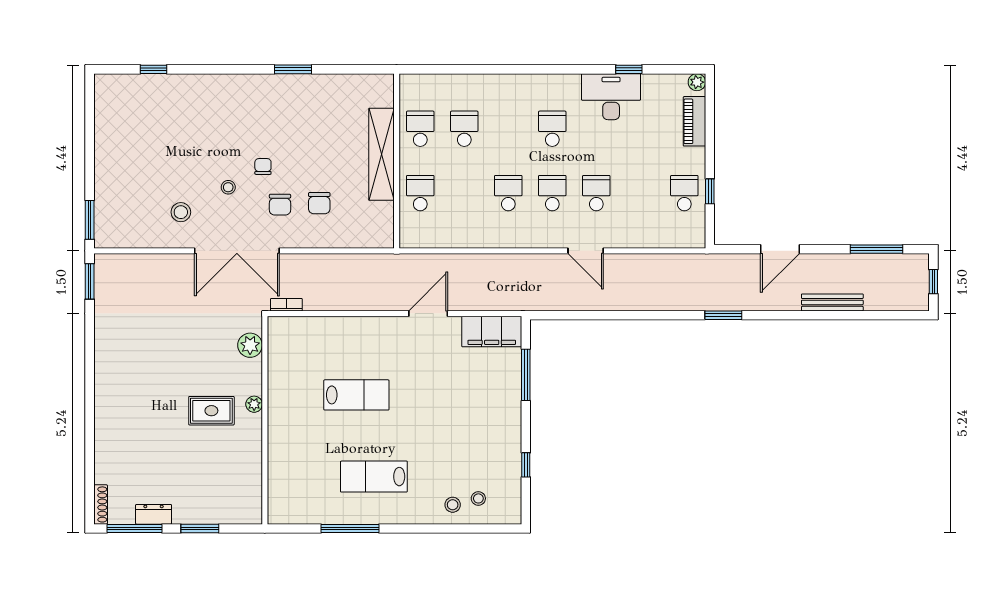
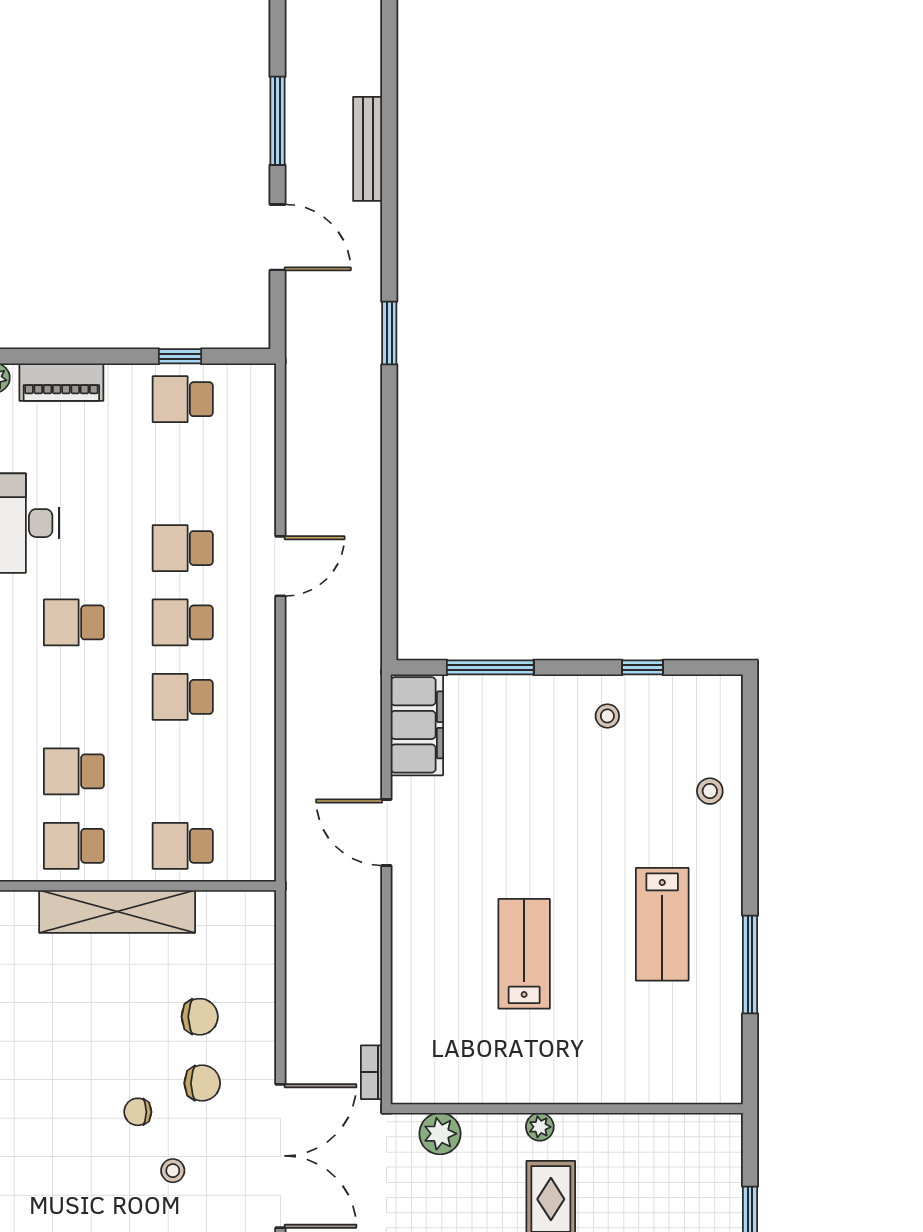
window: (876, 249) -> (278, 121), moved
stool: (478, 498) -> (607, 716), moved

